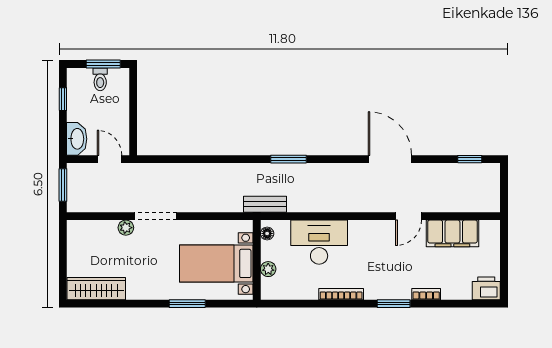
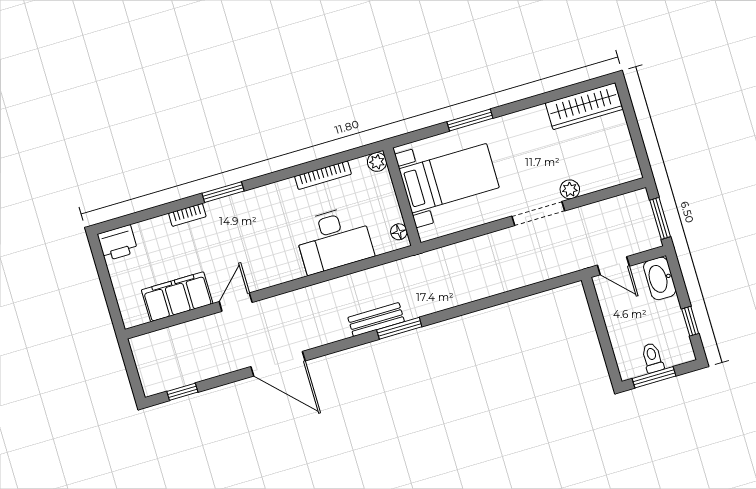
bench: (265, 204) -> (376, 320), moved
plant: (268, 269) -> (377, 162), moved
bookcase: (341, 294) -> (323, 175), moved

